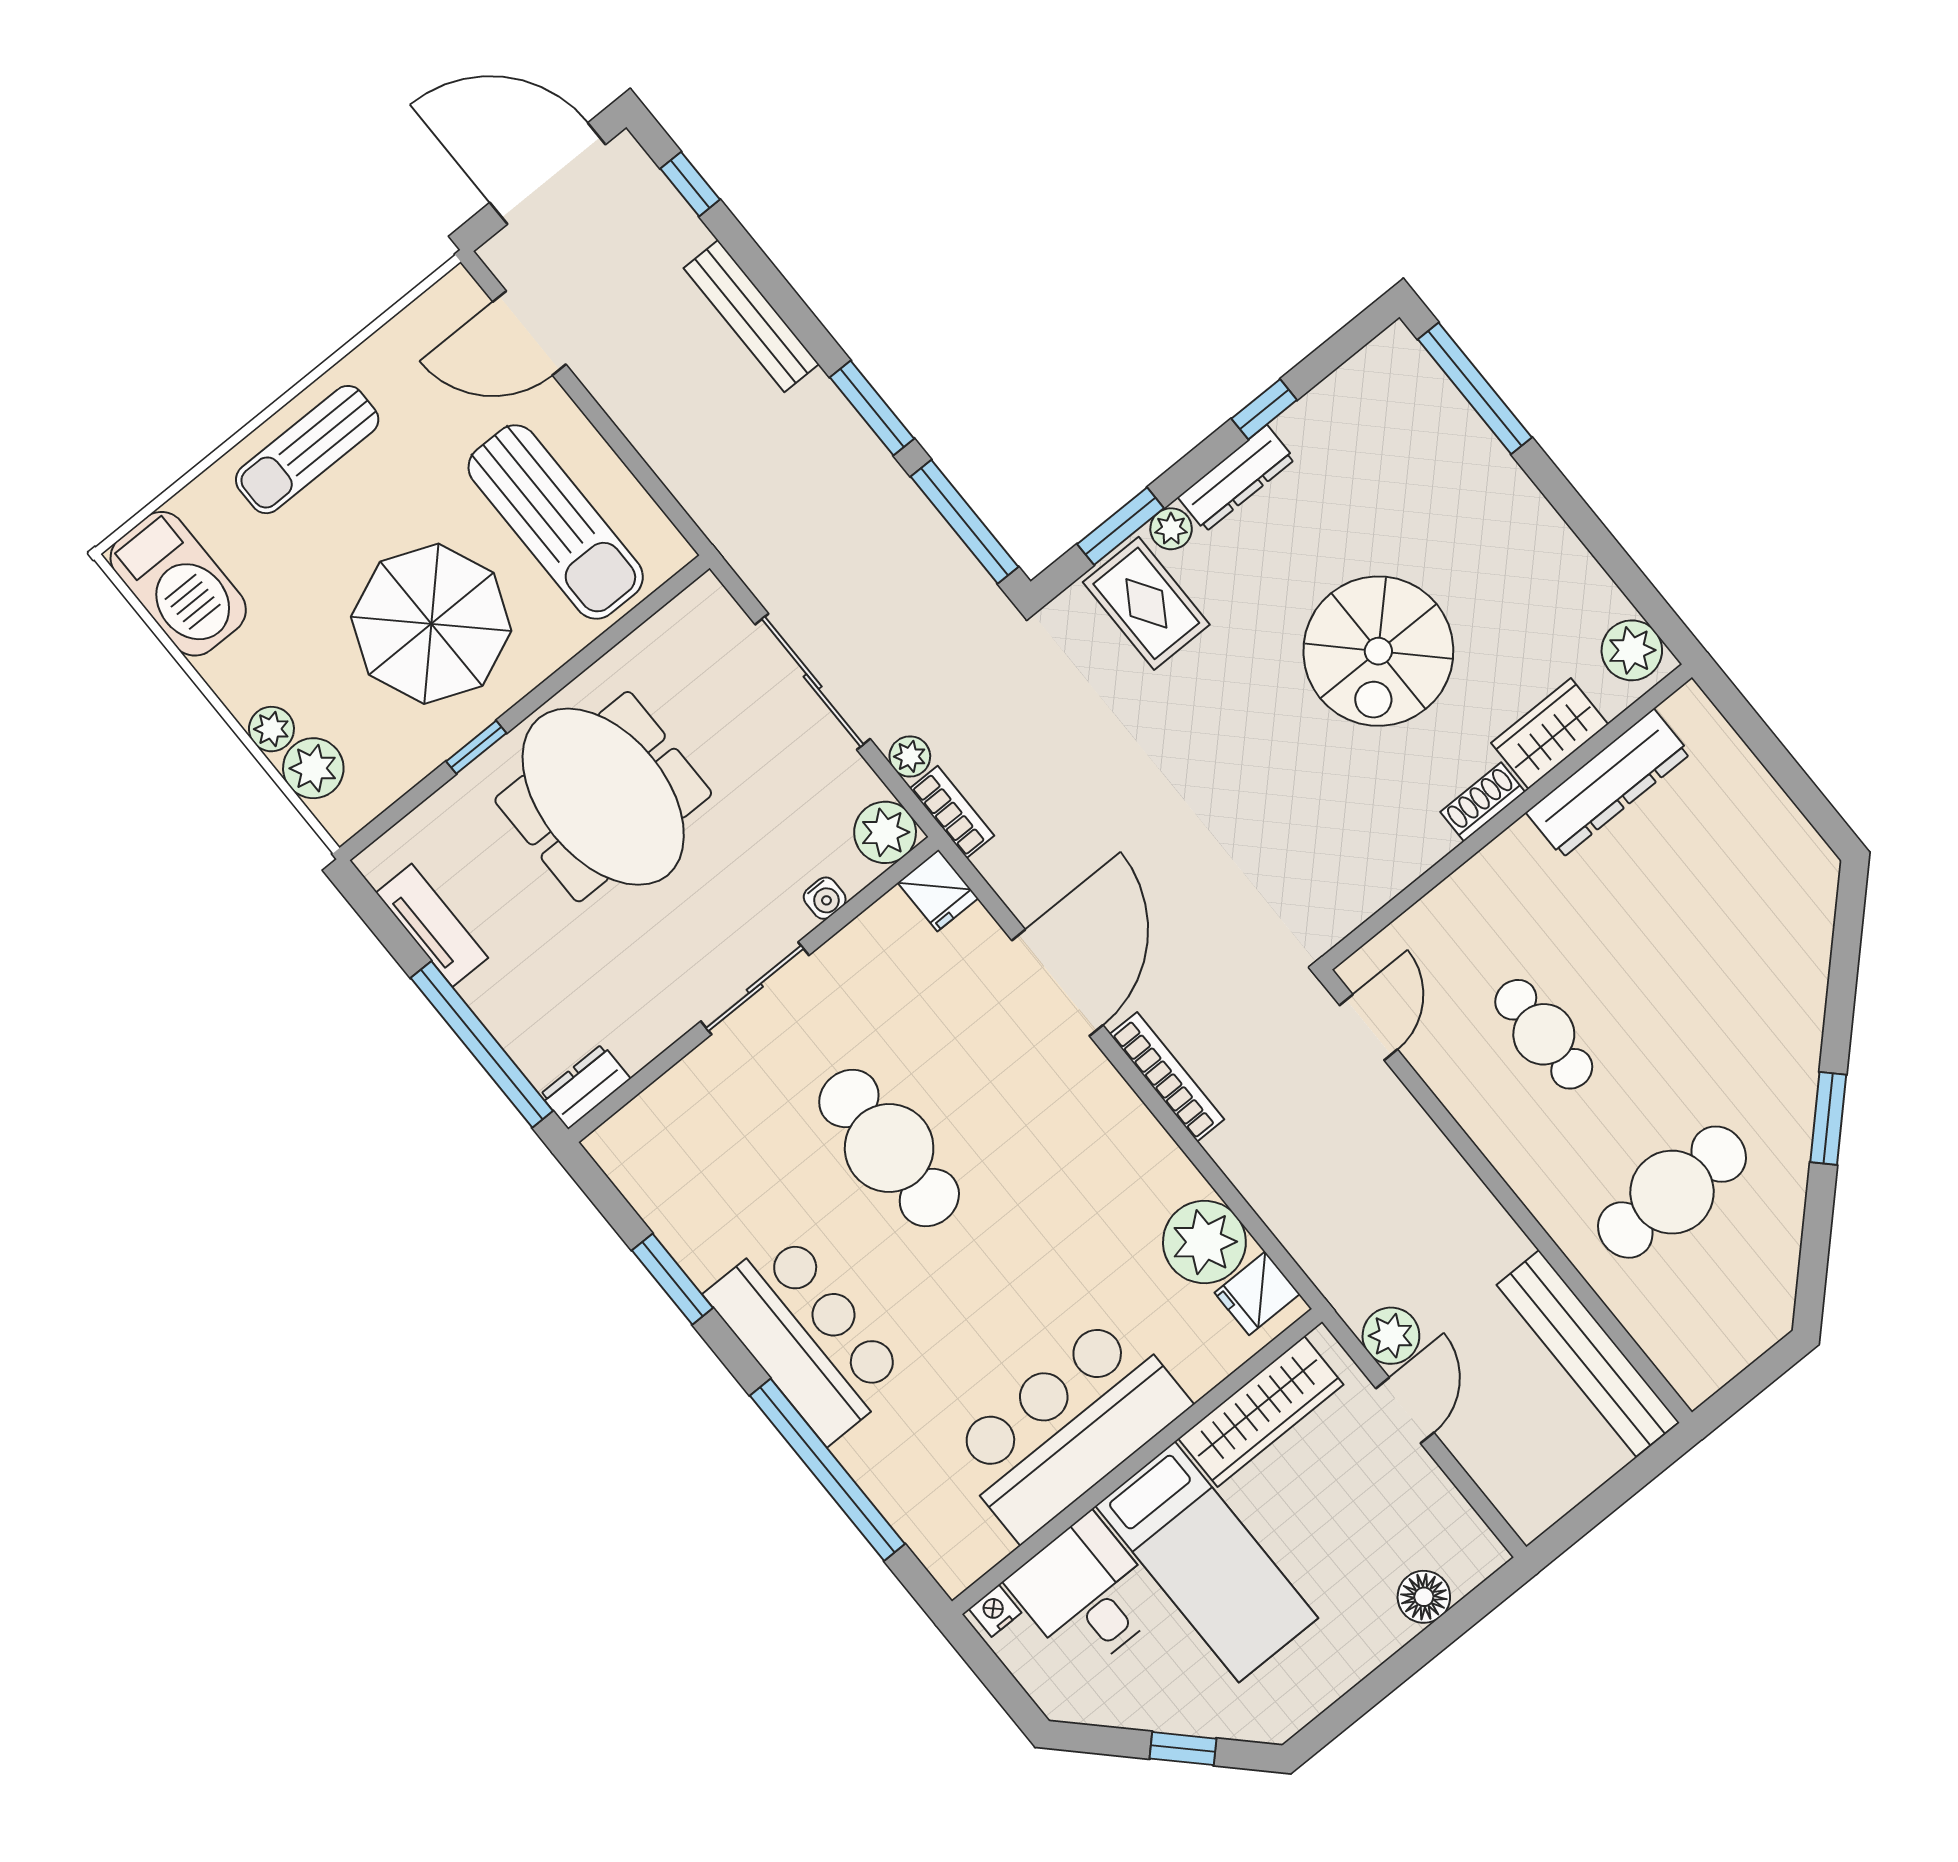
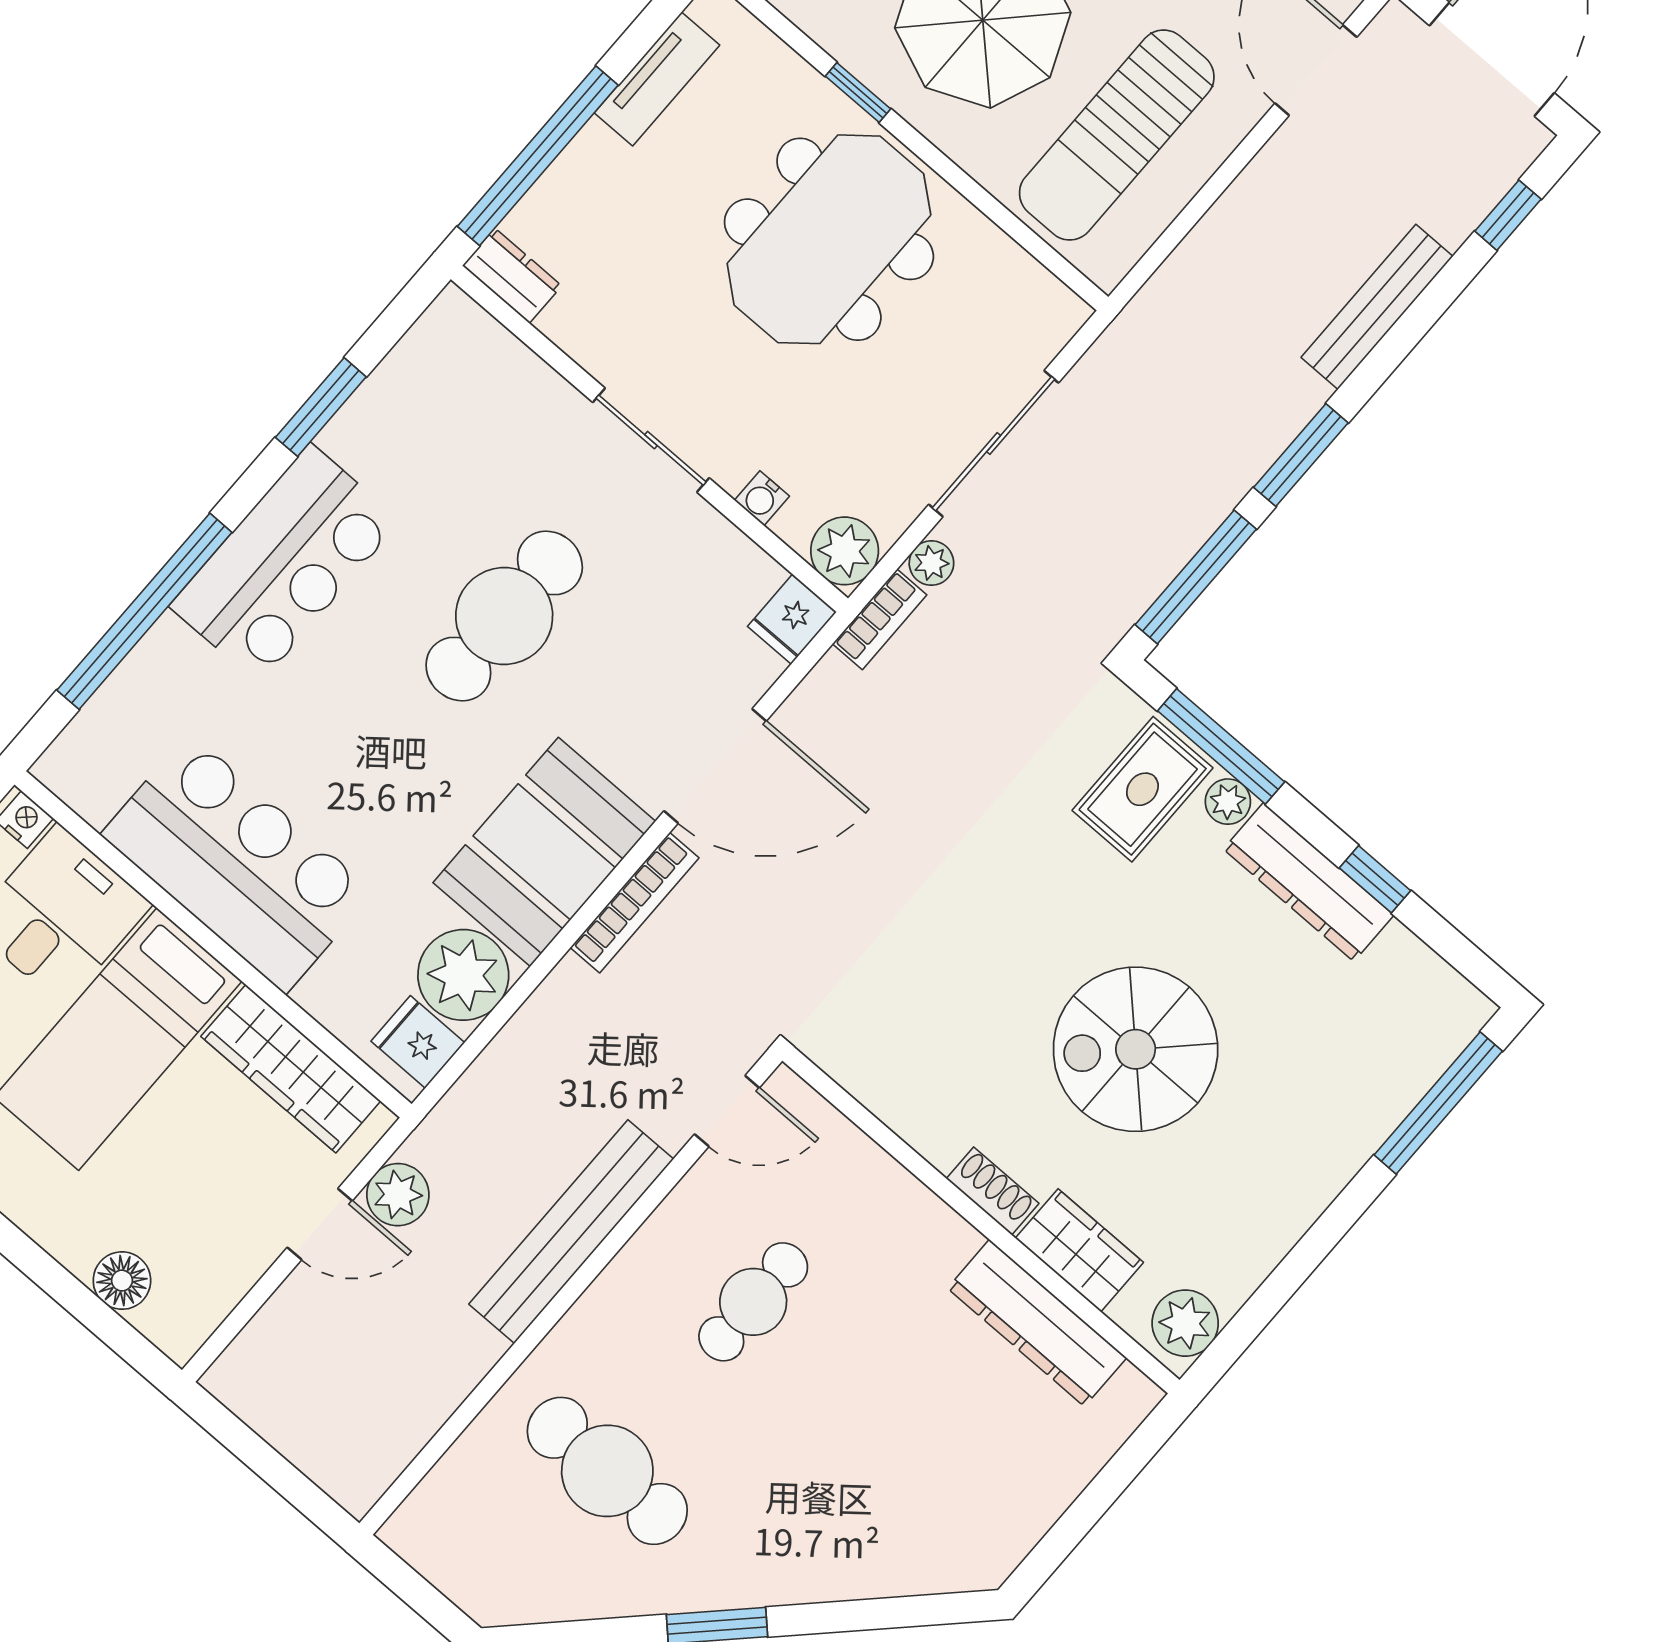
dresser: (1236, 478) -> (1309, 882), width x1.37, depth x1.24
window: (1121, 526) -> (1221, 746), width x1.44
booth: (1107, 1150) -> (544, 852), added
bench: (1588, 1353) -> (571, 1232), moved

